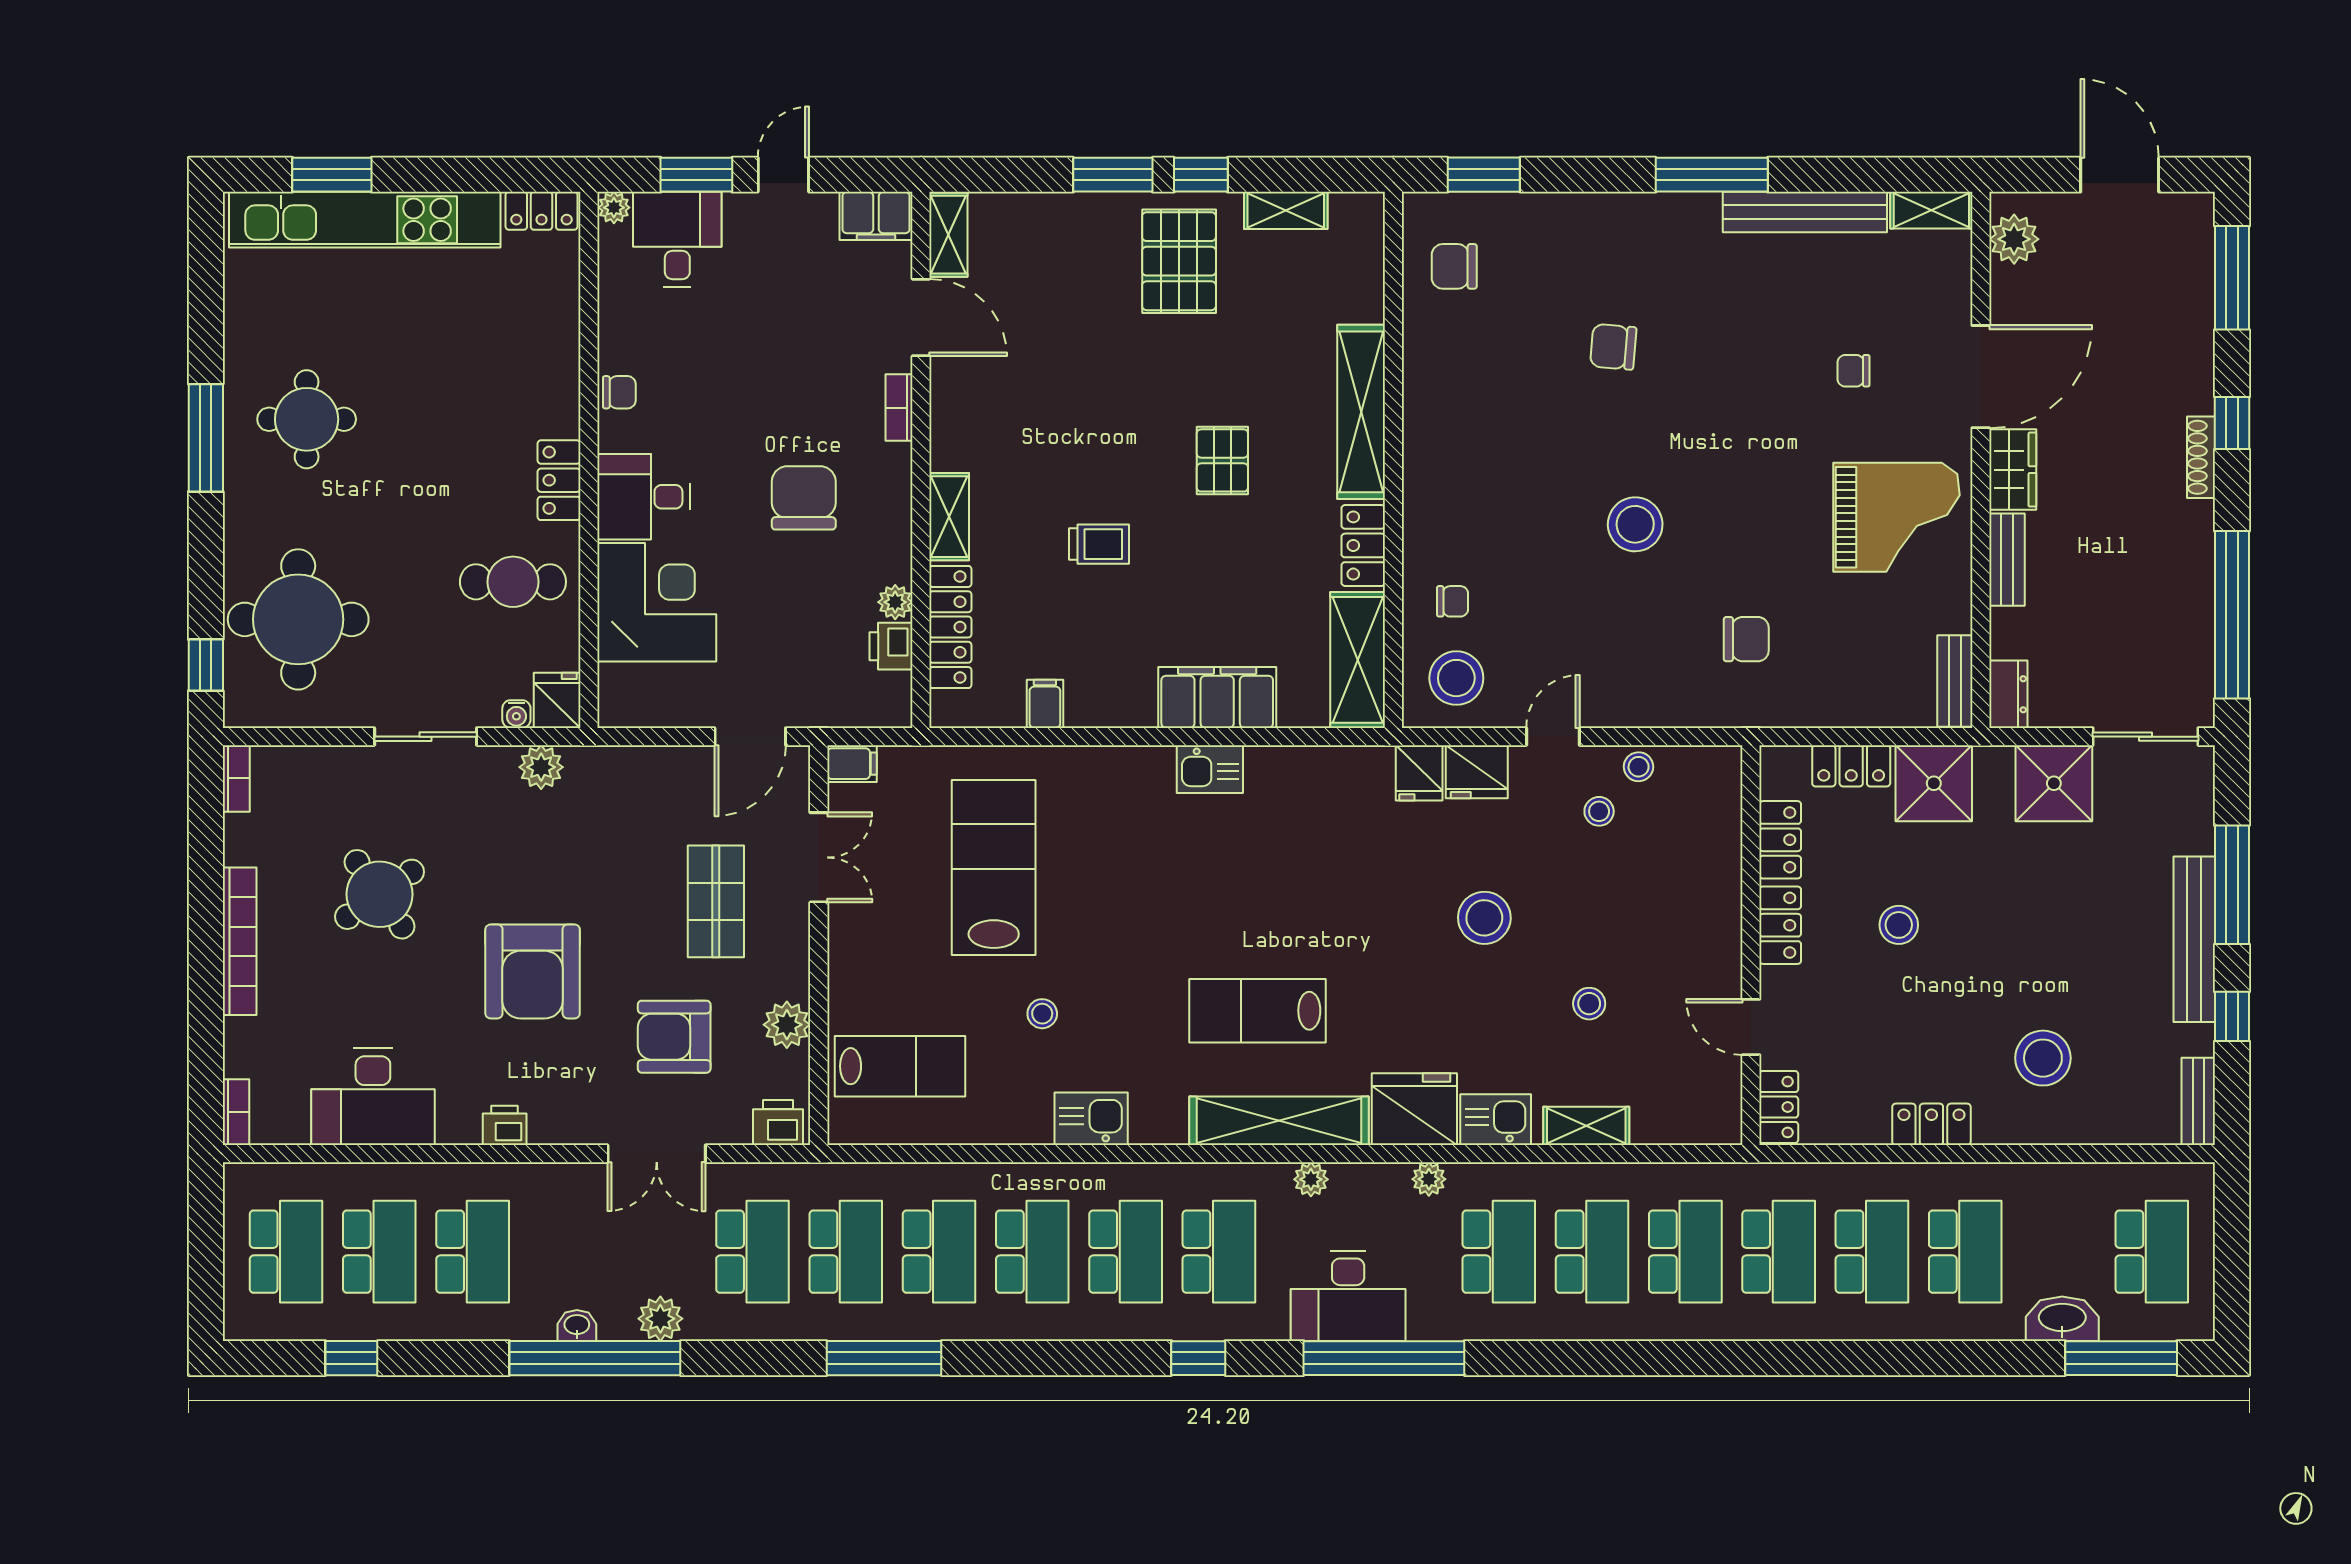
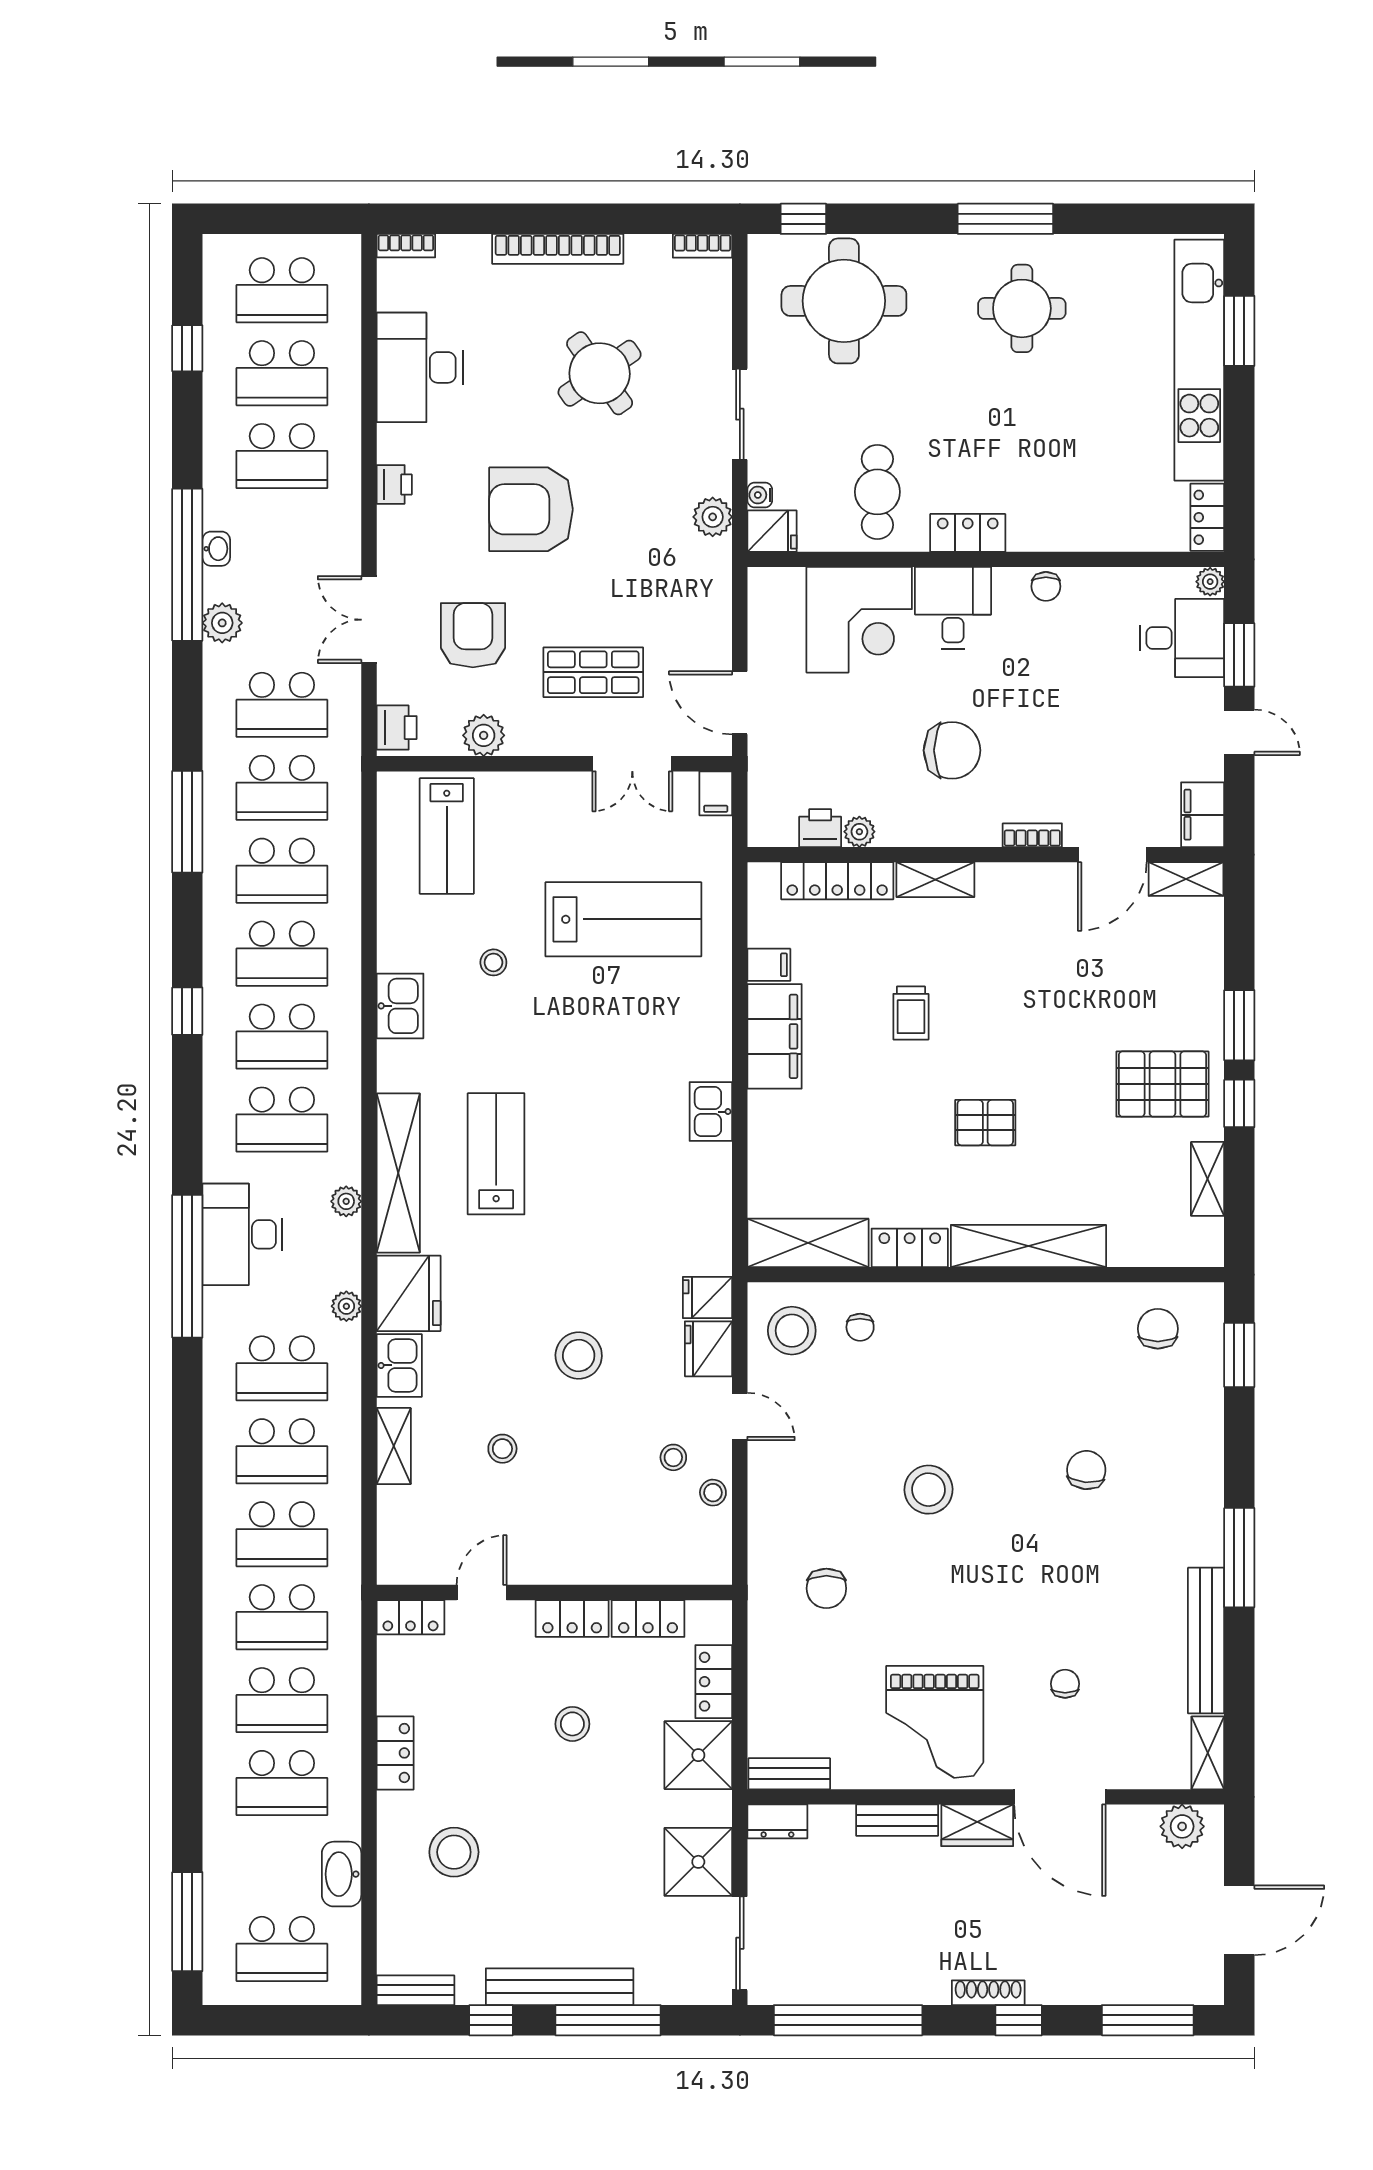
filing cabinet: (1217, 698) -> (775, 1036), moved
washbasin: (2062, 1319) -> (342, 1874), moved, turned 180
window: (1198, 1358) -> (187, 1011), moved

